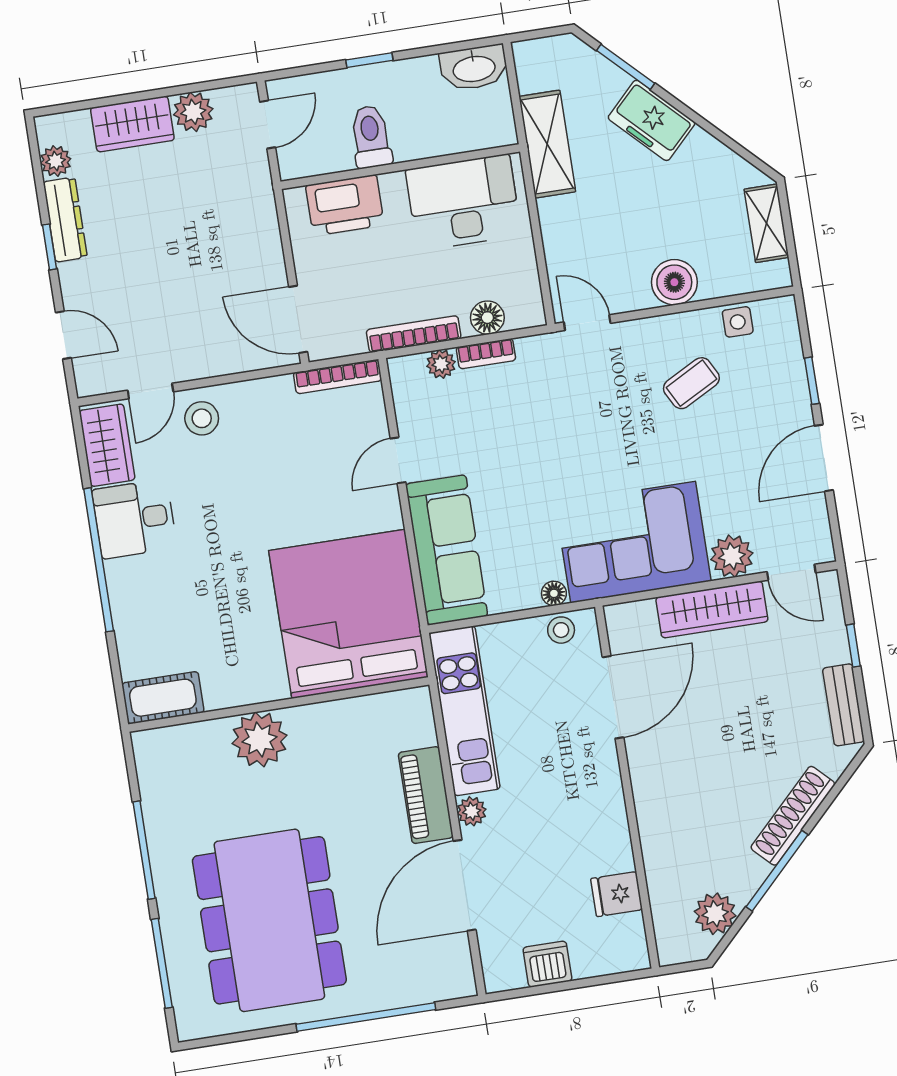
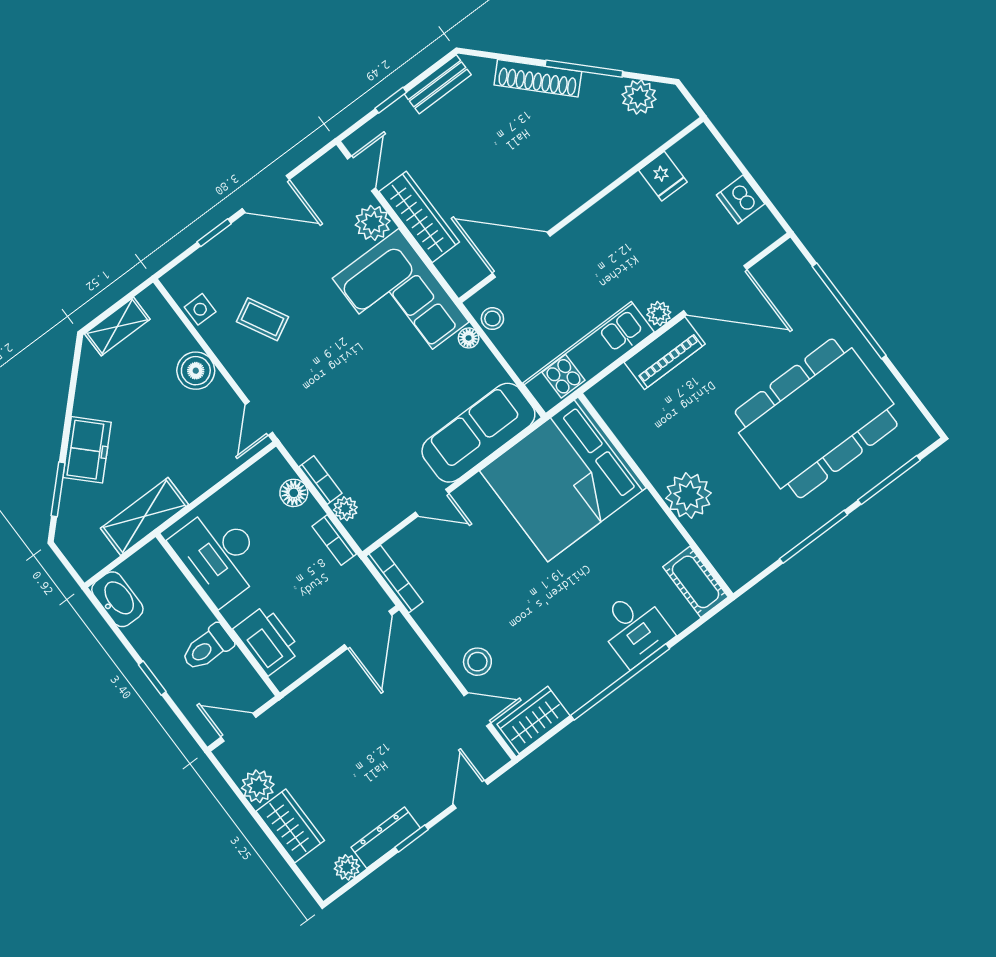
bookcase: (414, 334) -> (334, 540), width x0.64
desk: (135, 519) -> (635, 628), moved

